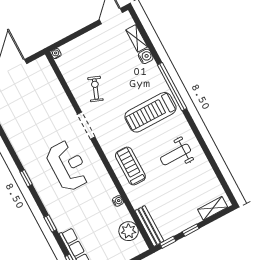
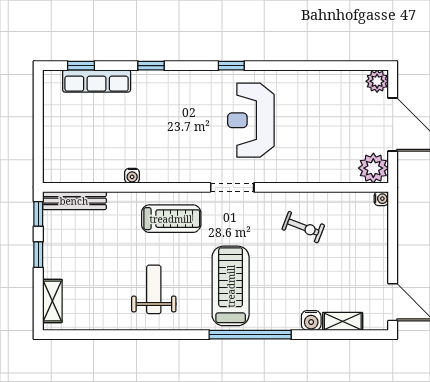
doorway: (86, 126) -> (232, 187), moved
reception desk: (68, 166) -> (251, 120), moved, turned 90
plant: (129, 231) -> (373, 168), moved

